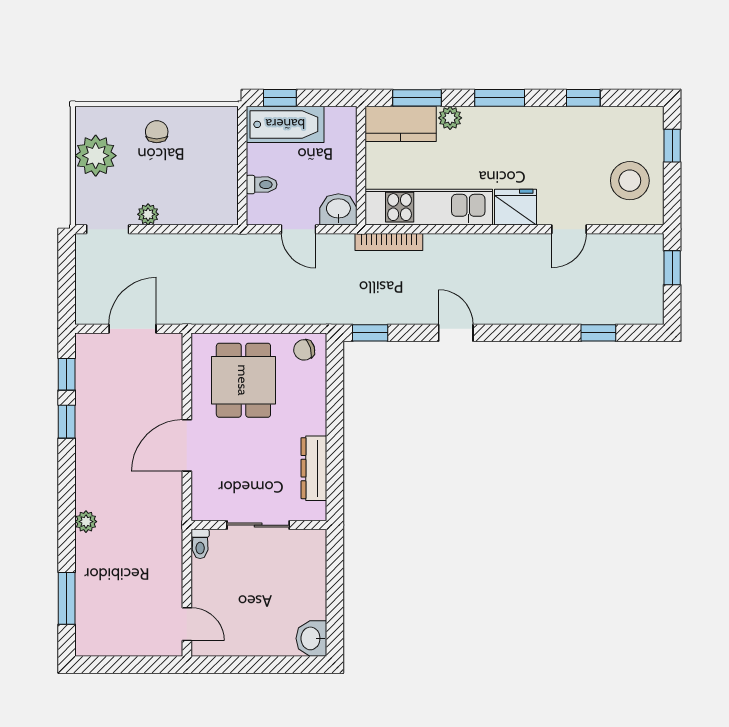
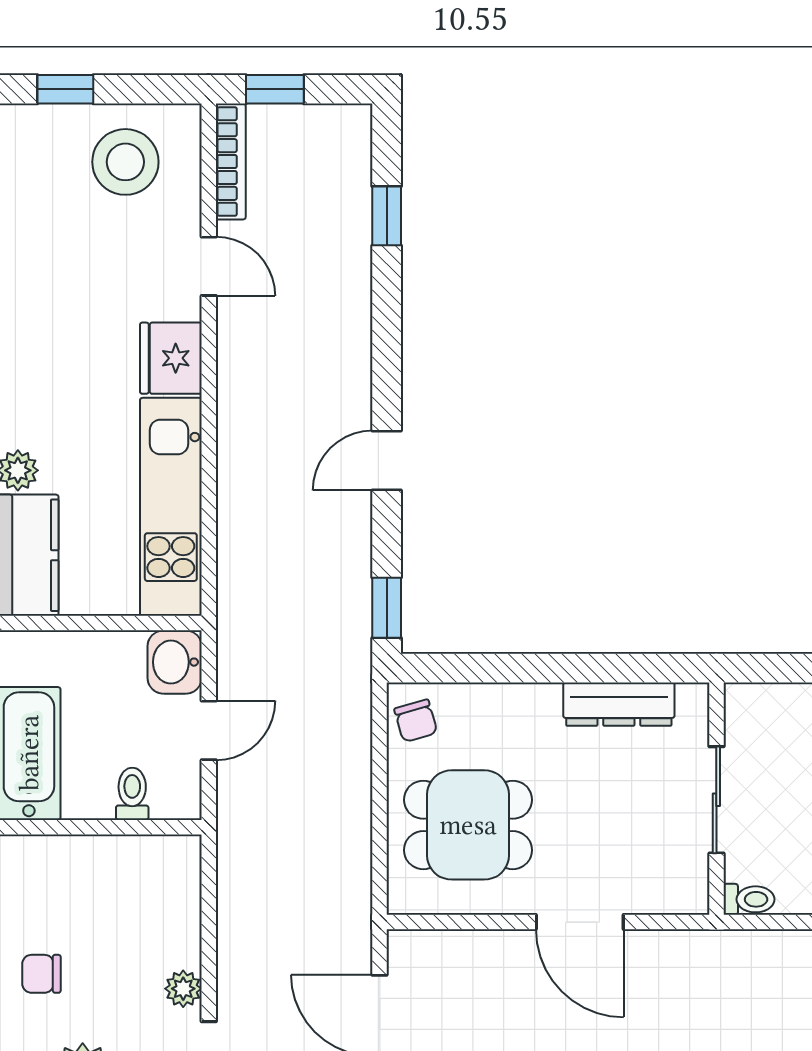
bookcase: (389, 242) -> (231, 162), moved

